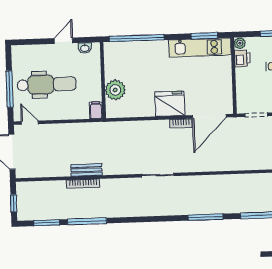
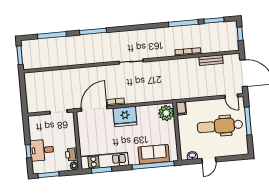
sofa: (135, 52) -> (154, 154), added
plant: (115, 90) -> (166, 113), moved
bench: (86, 170) -> (211, 60), moved

